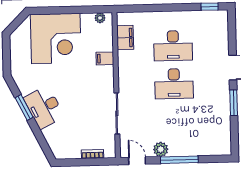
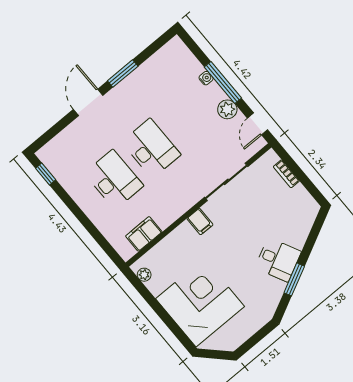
filing cabinet: (105, 58) -> (200, 222), moved
desk: (44, 107) -> (278, 260), width x0.73
water cooler: (190, 152) -> (206, 78), added

